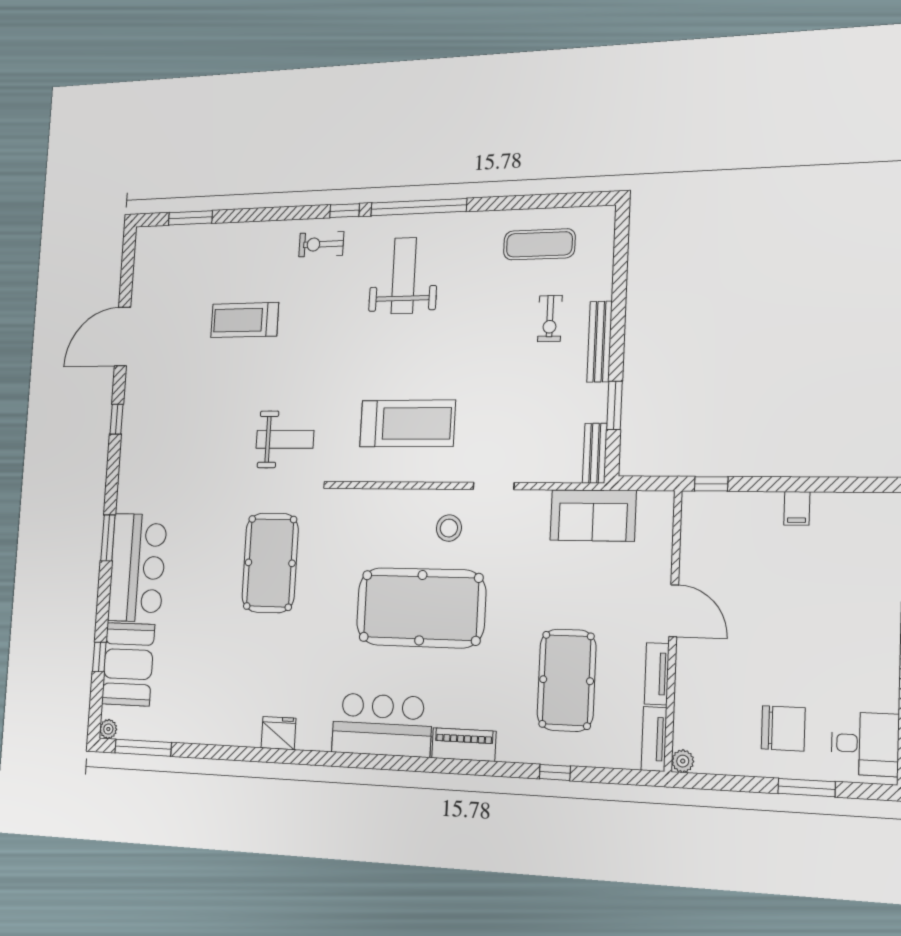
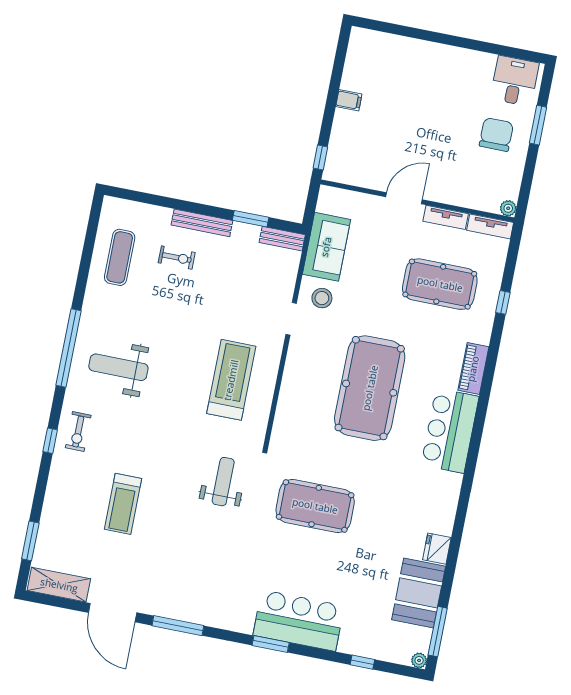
window: (345, 211) -> (50, 441), moved
shelving: (146, 264) -> (59, 585), added
window: (116, 419) -> (178, 626), width x2.17
stool: (449, 528) -> (322, 298), moved
booth: (128, 664) -> (419, 593), moved, turned 90
fridge: (278, 733) -> (437, 549), moved

